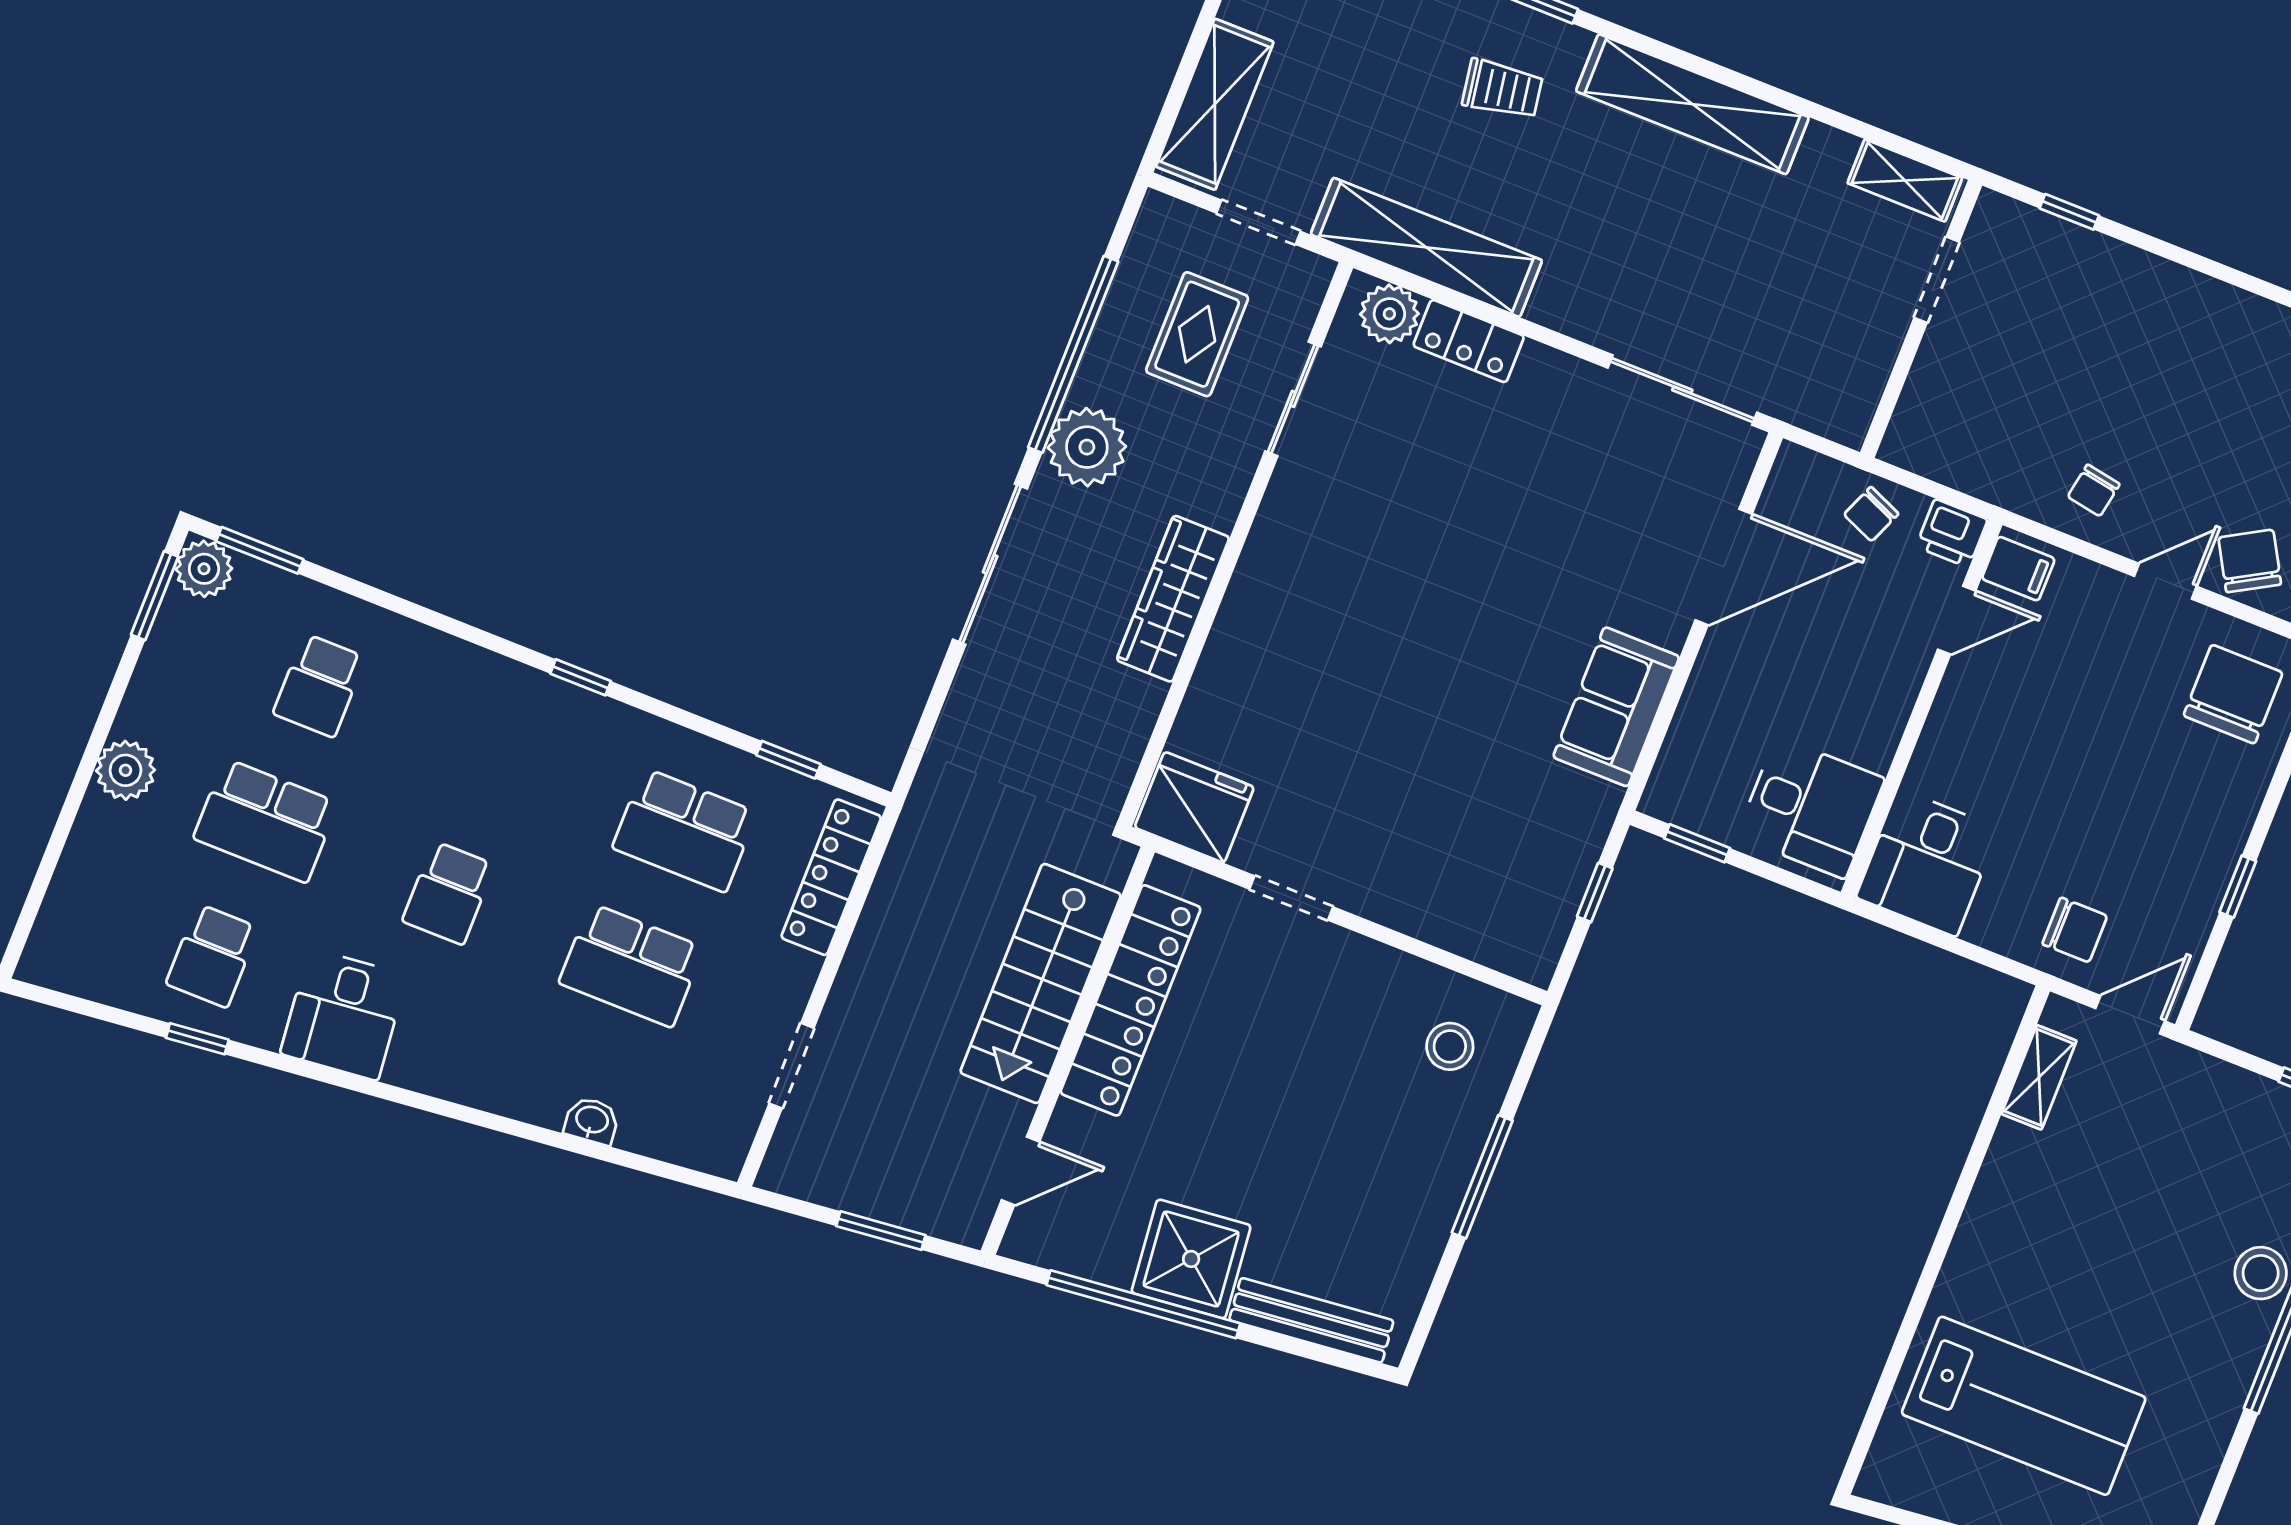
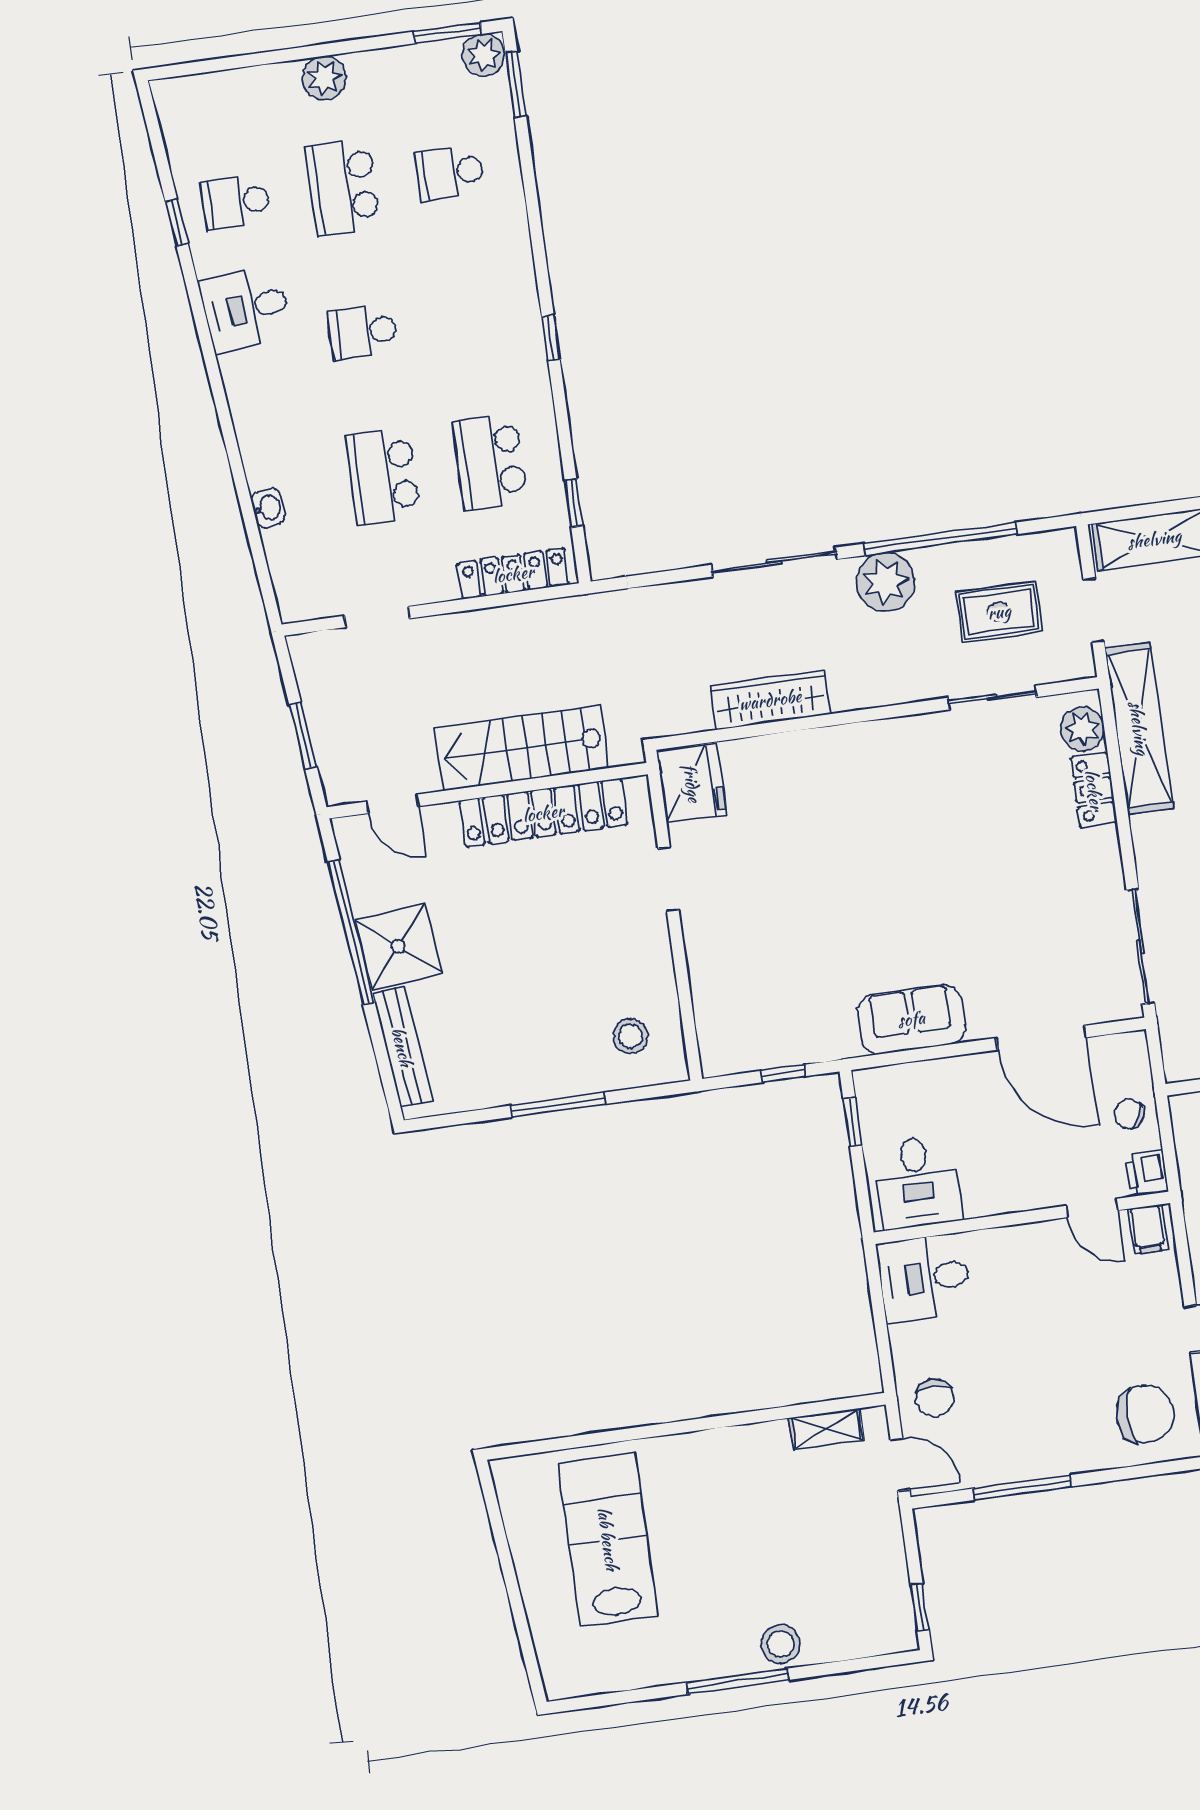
wardrobe: (1173, 599) -> (770, 700), moved
window: (2238, 887) -> (1022, 1488), width x2.17
lab bench: (2024, 1406) -> (608, 1539), turned 180

